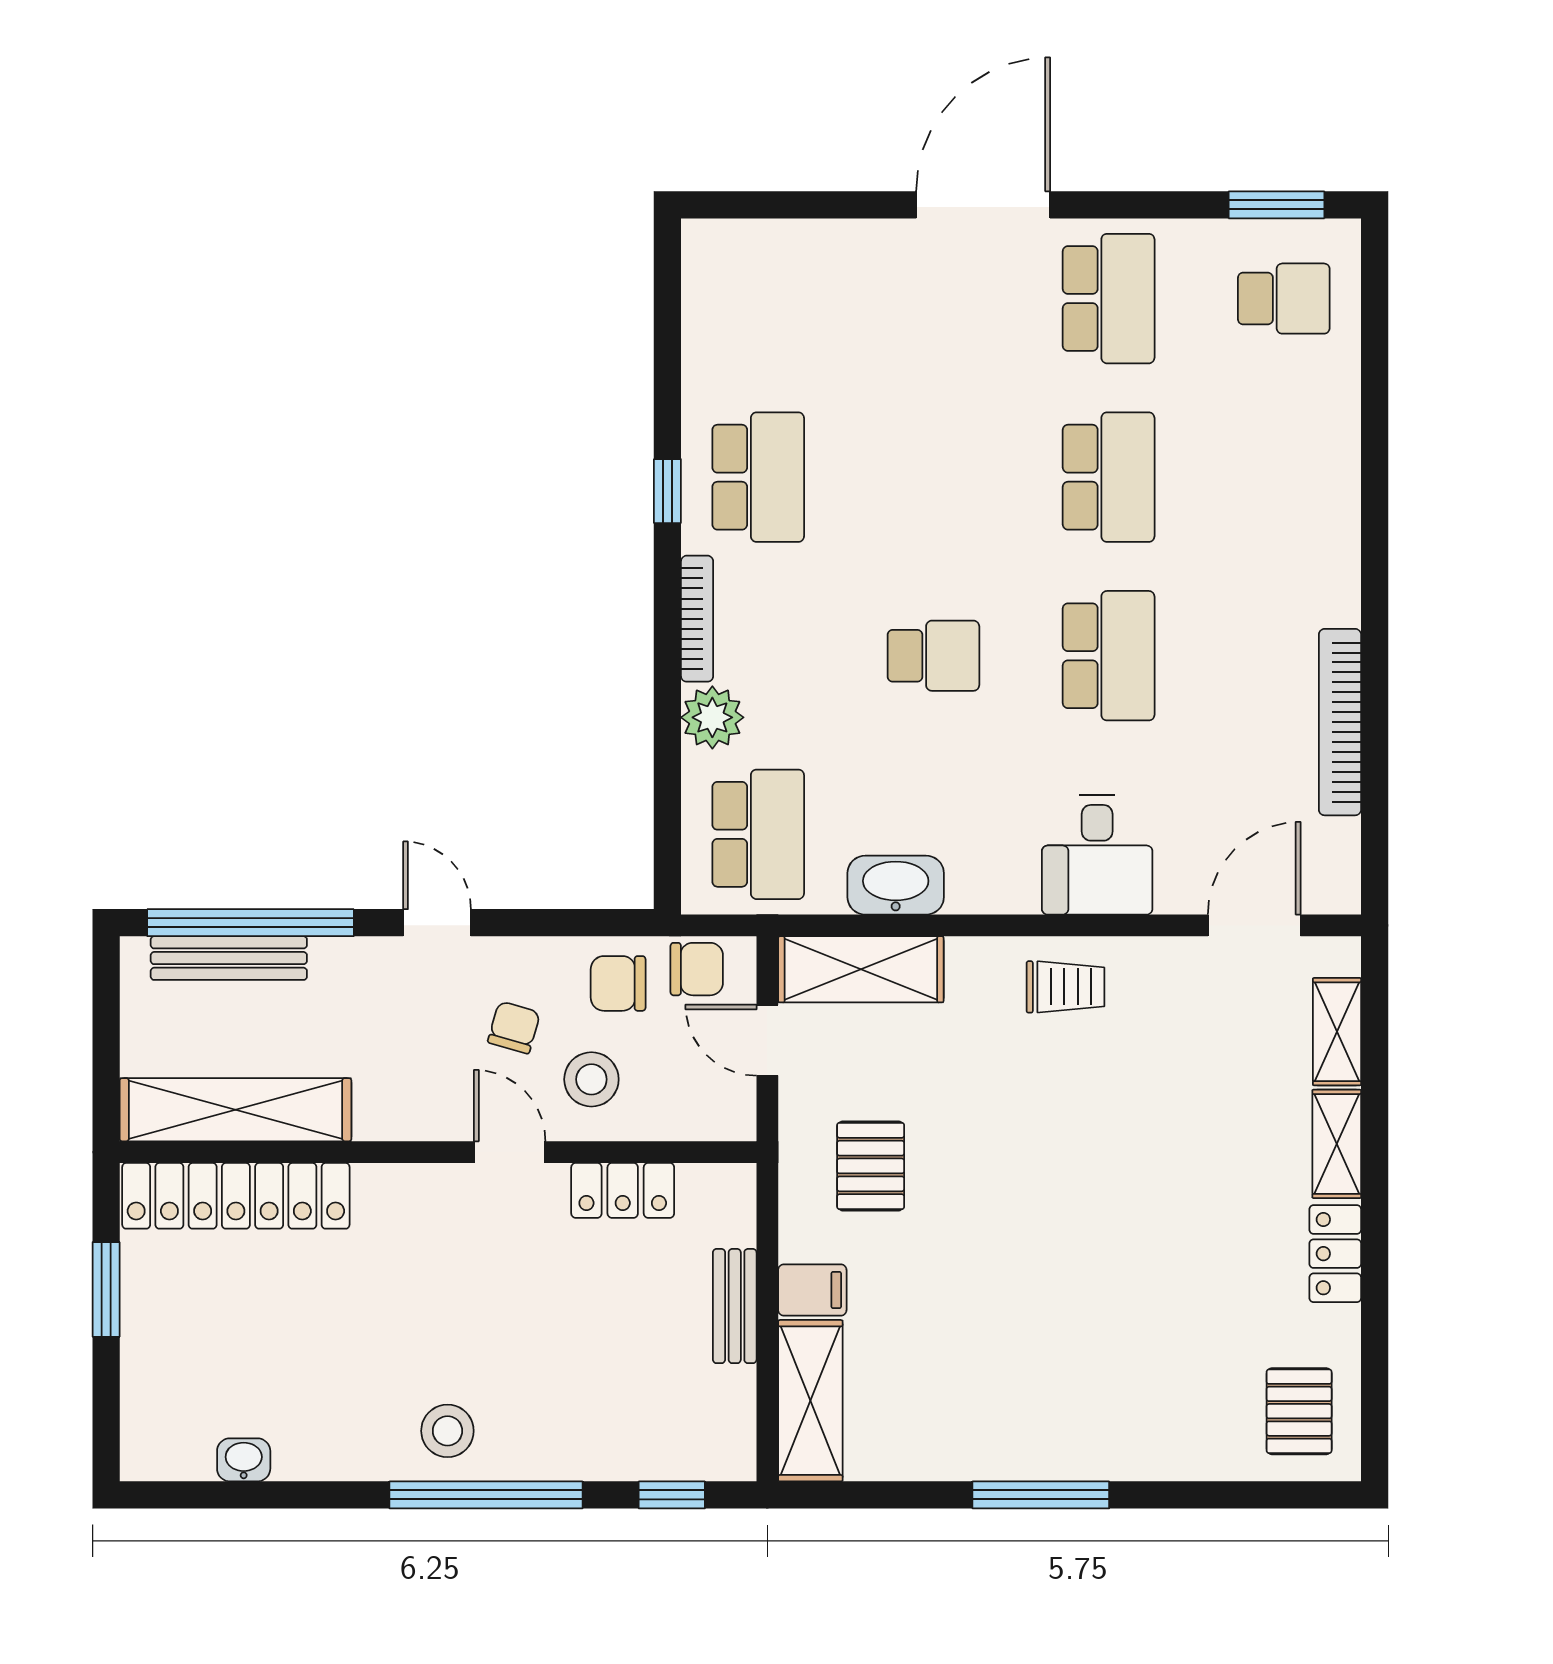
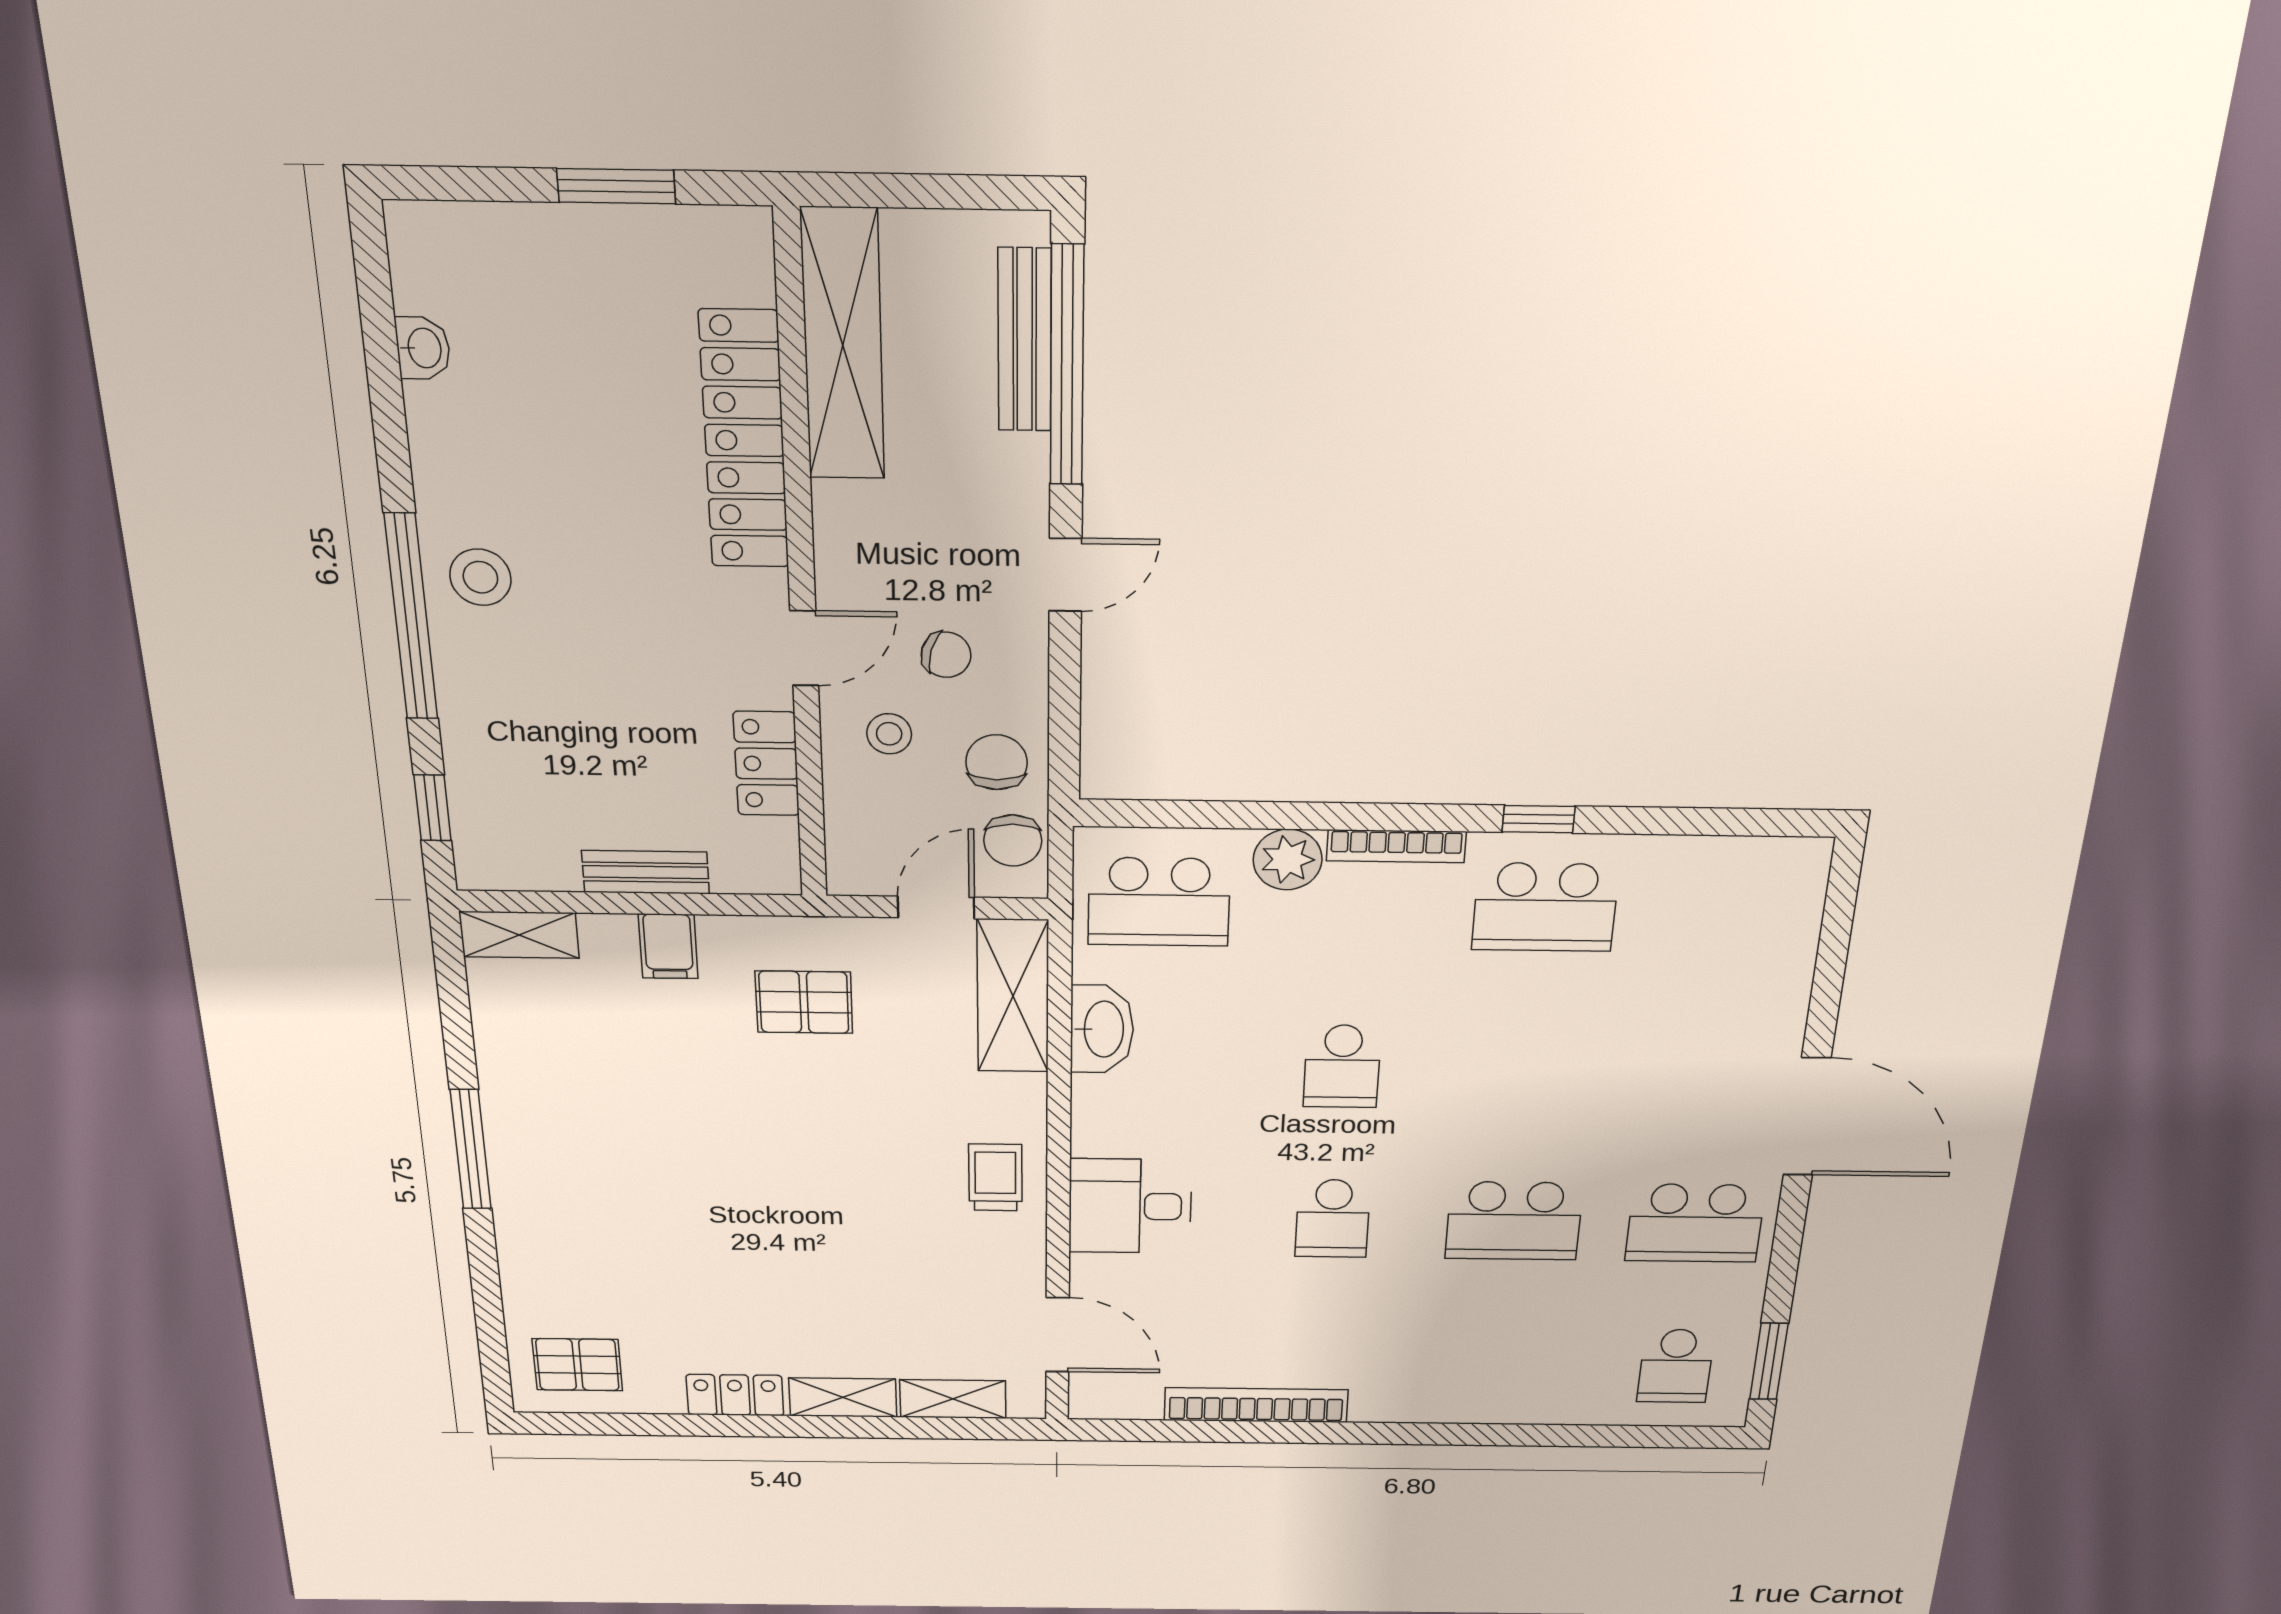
school desk: (1109, 656) -> (1333, 1219), width x0.54
trolley: (1065, 987) -> (995, 1177), turned 180
stool: (591, 1079) -> (889, 734), width x0.73, depth x0.73
locker: (236, 1196) -> (744, 440), moved
shelving: (810, 1401) -> (519, 935), width x0.67, depth x0.75

